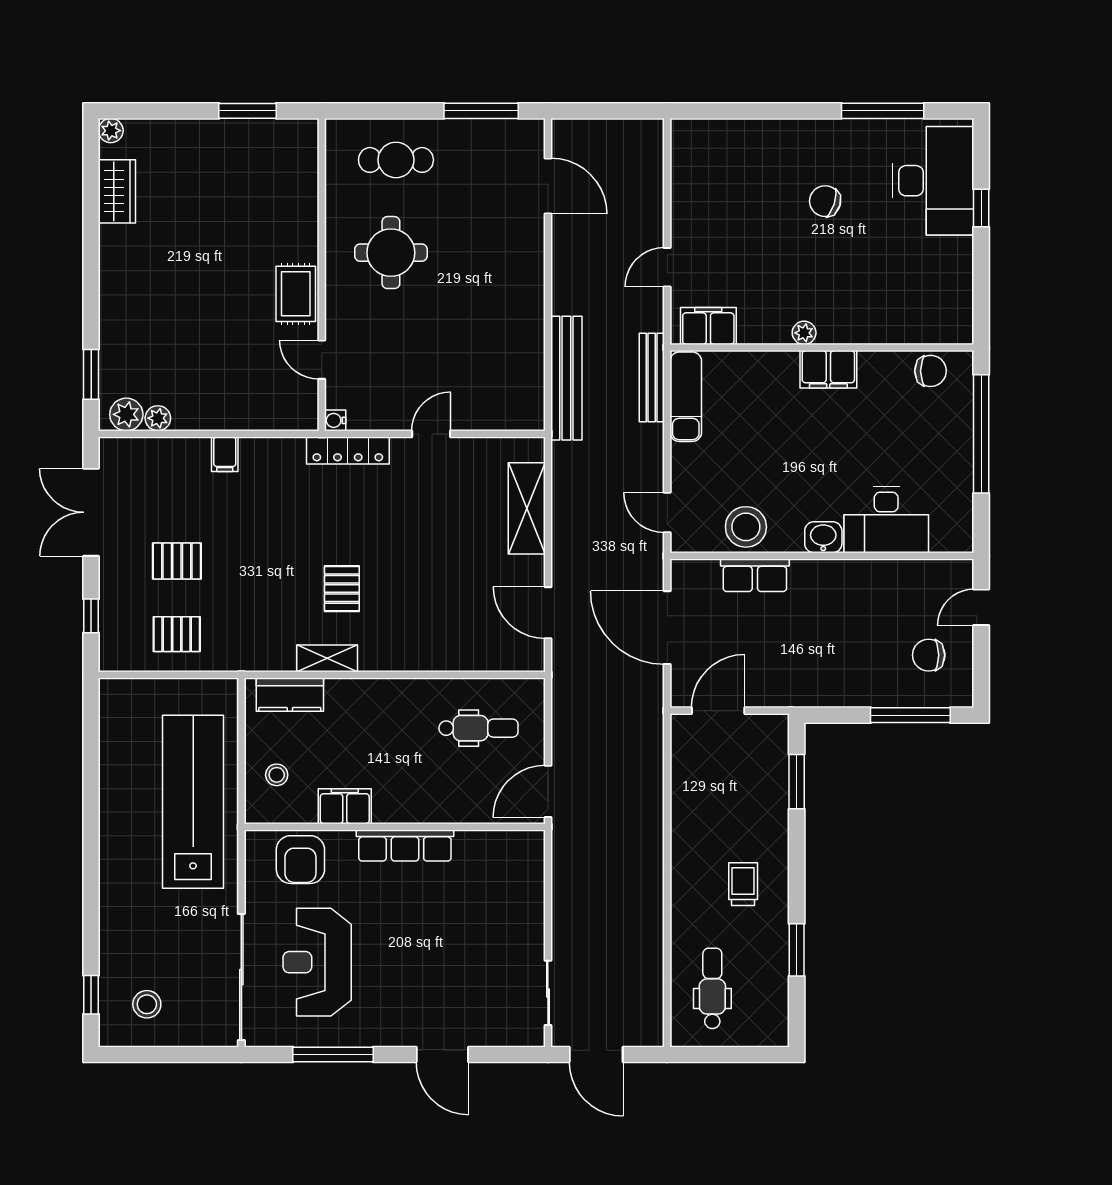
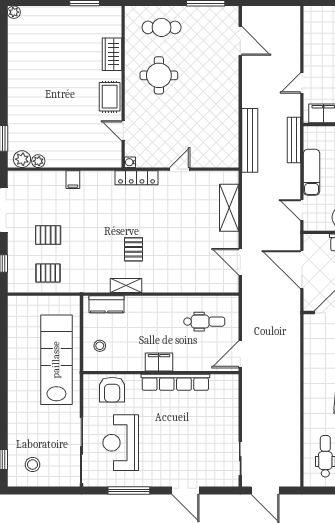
wardrobe: (117, 191) -> (112, 54), moved, turned 180
exam couch: (686, 397) -> (312, 172), moved
filing cabinet: (345, 806) -> (159, 362), moved
row of seats: (405, 846) -> (175, 382), width x1.36

